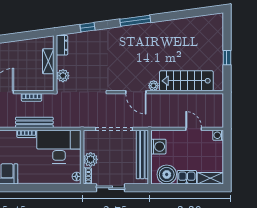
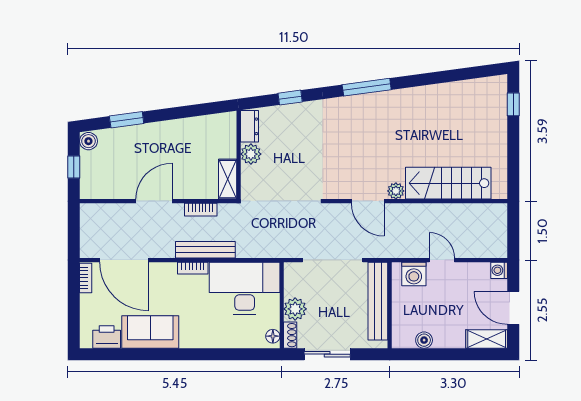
window: (227, 58) -> (513, 104), moved
shelving: (48, 61) -> (228, 179), moved
plant: (63, 76) -> (251, 154), moved
door: (194, 129) -> (442, 260), moved
washing machine: (158, 147) -> (414, 274), moved, turned 90
door: (227, 159) -> (513, 308), added
boiler: (167, 174) -> (424, 340), width x0.54, depth x0.54
kitchen sink: (187, 177) -> (449, 337), removed

